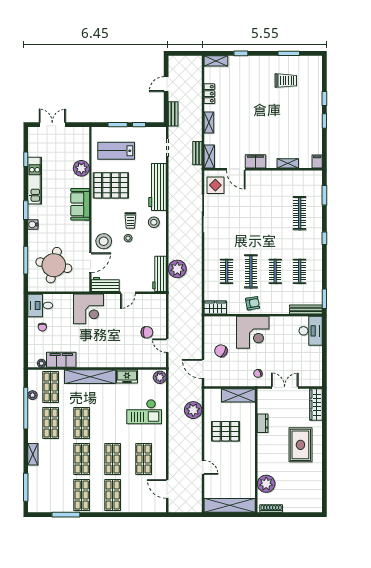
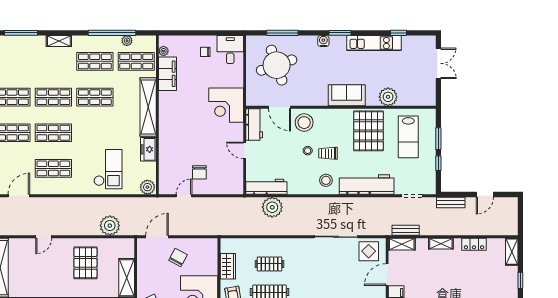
door: (166, 84) -> (485, 194), swing flipped
lab bench: (116, 151) -> (408, 137), turned 180
round table: (54, 265) -> (277, 65), turned -32
wardrobe: (215, 308) -> (228, 266), moved
checkout: (144, 412) -> (108, 169), turned 180

